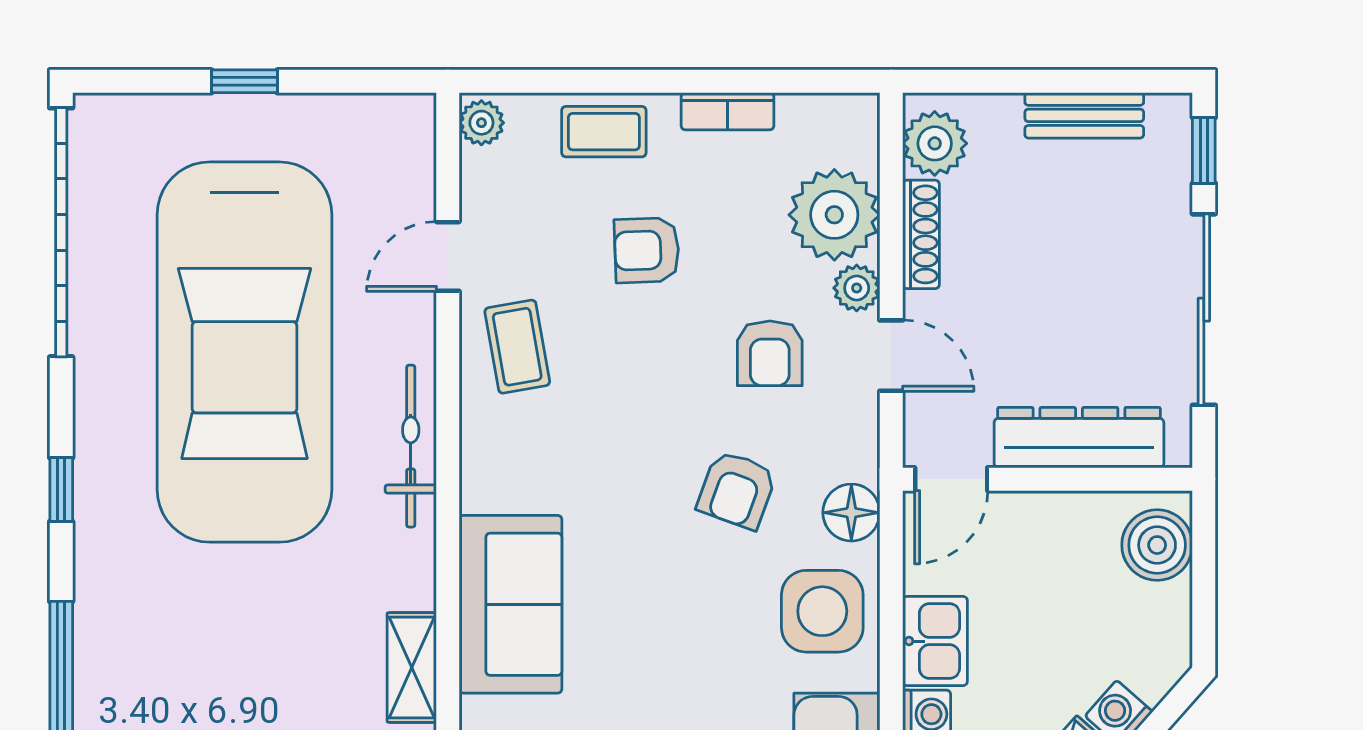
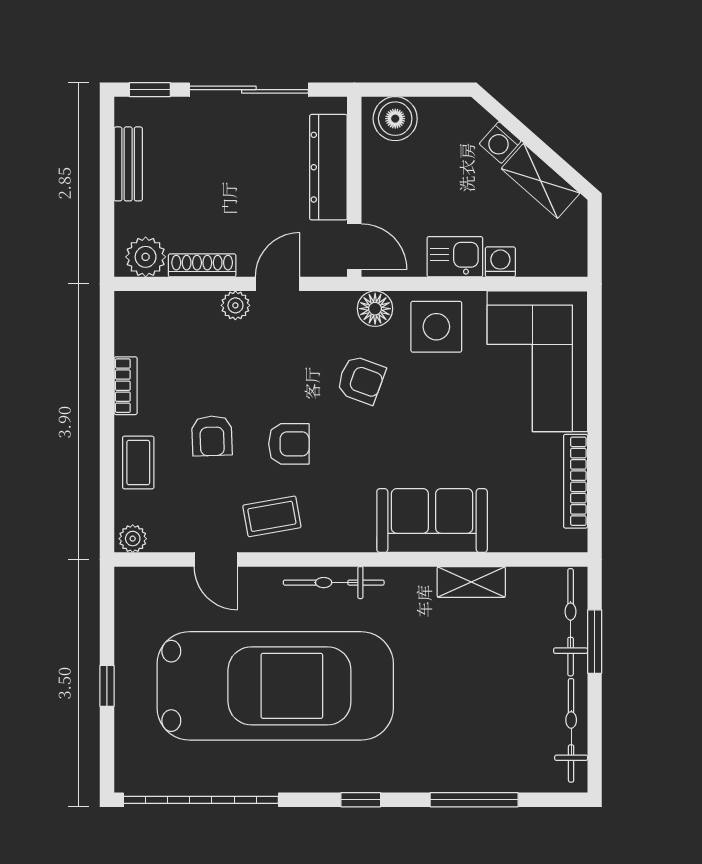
plant: (834, 215) -> (190, 319), removed
armchair: (770, 353) -> (289, 444), moved

